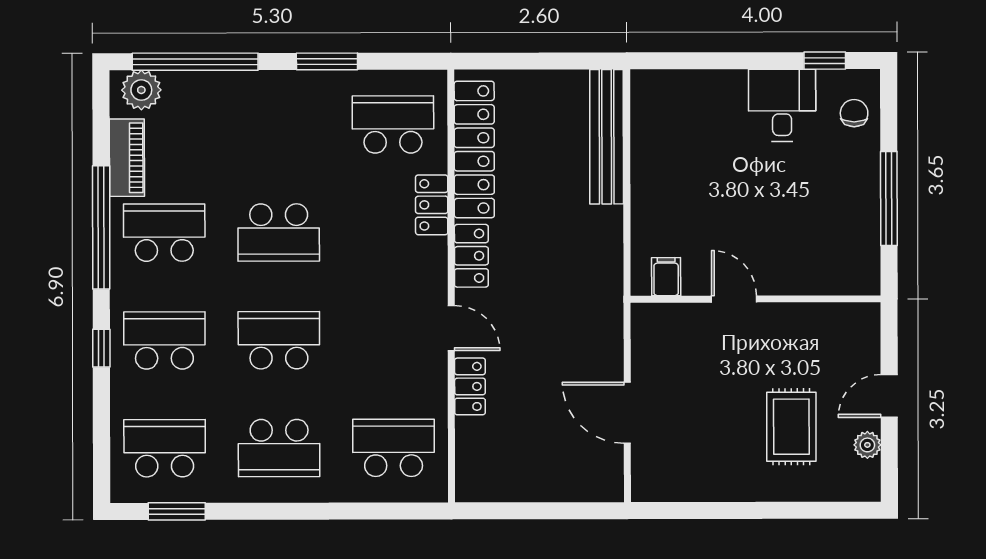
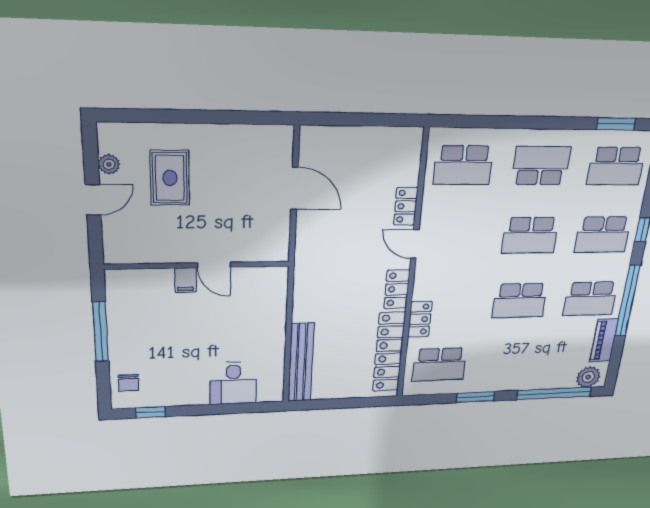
desk: (782, 105) -> (233, 383), moved
school desk: (279, 232) -> (520, 301), turned 180
filing cabinet: (666, 277) -> (185, 280), moved

